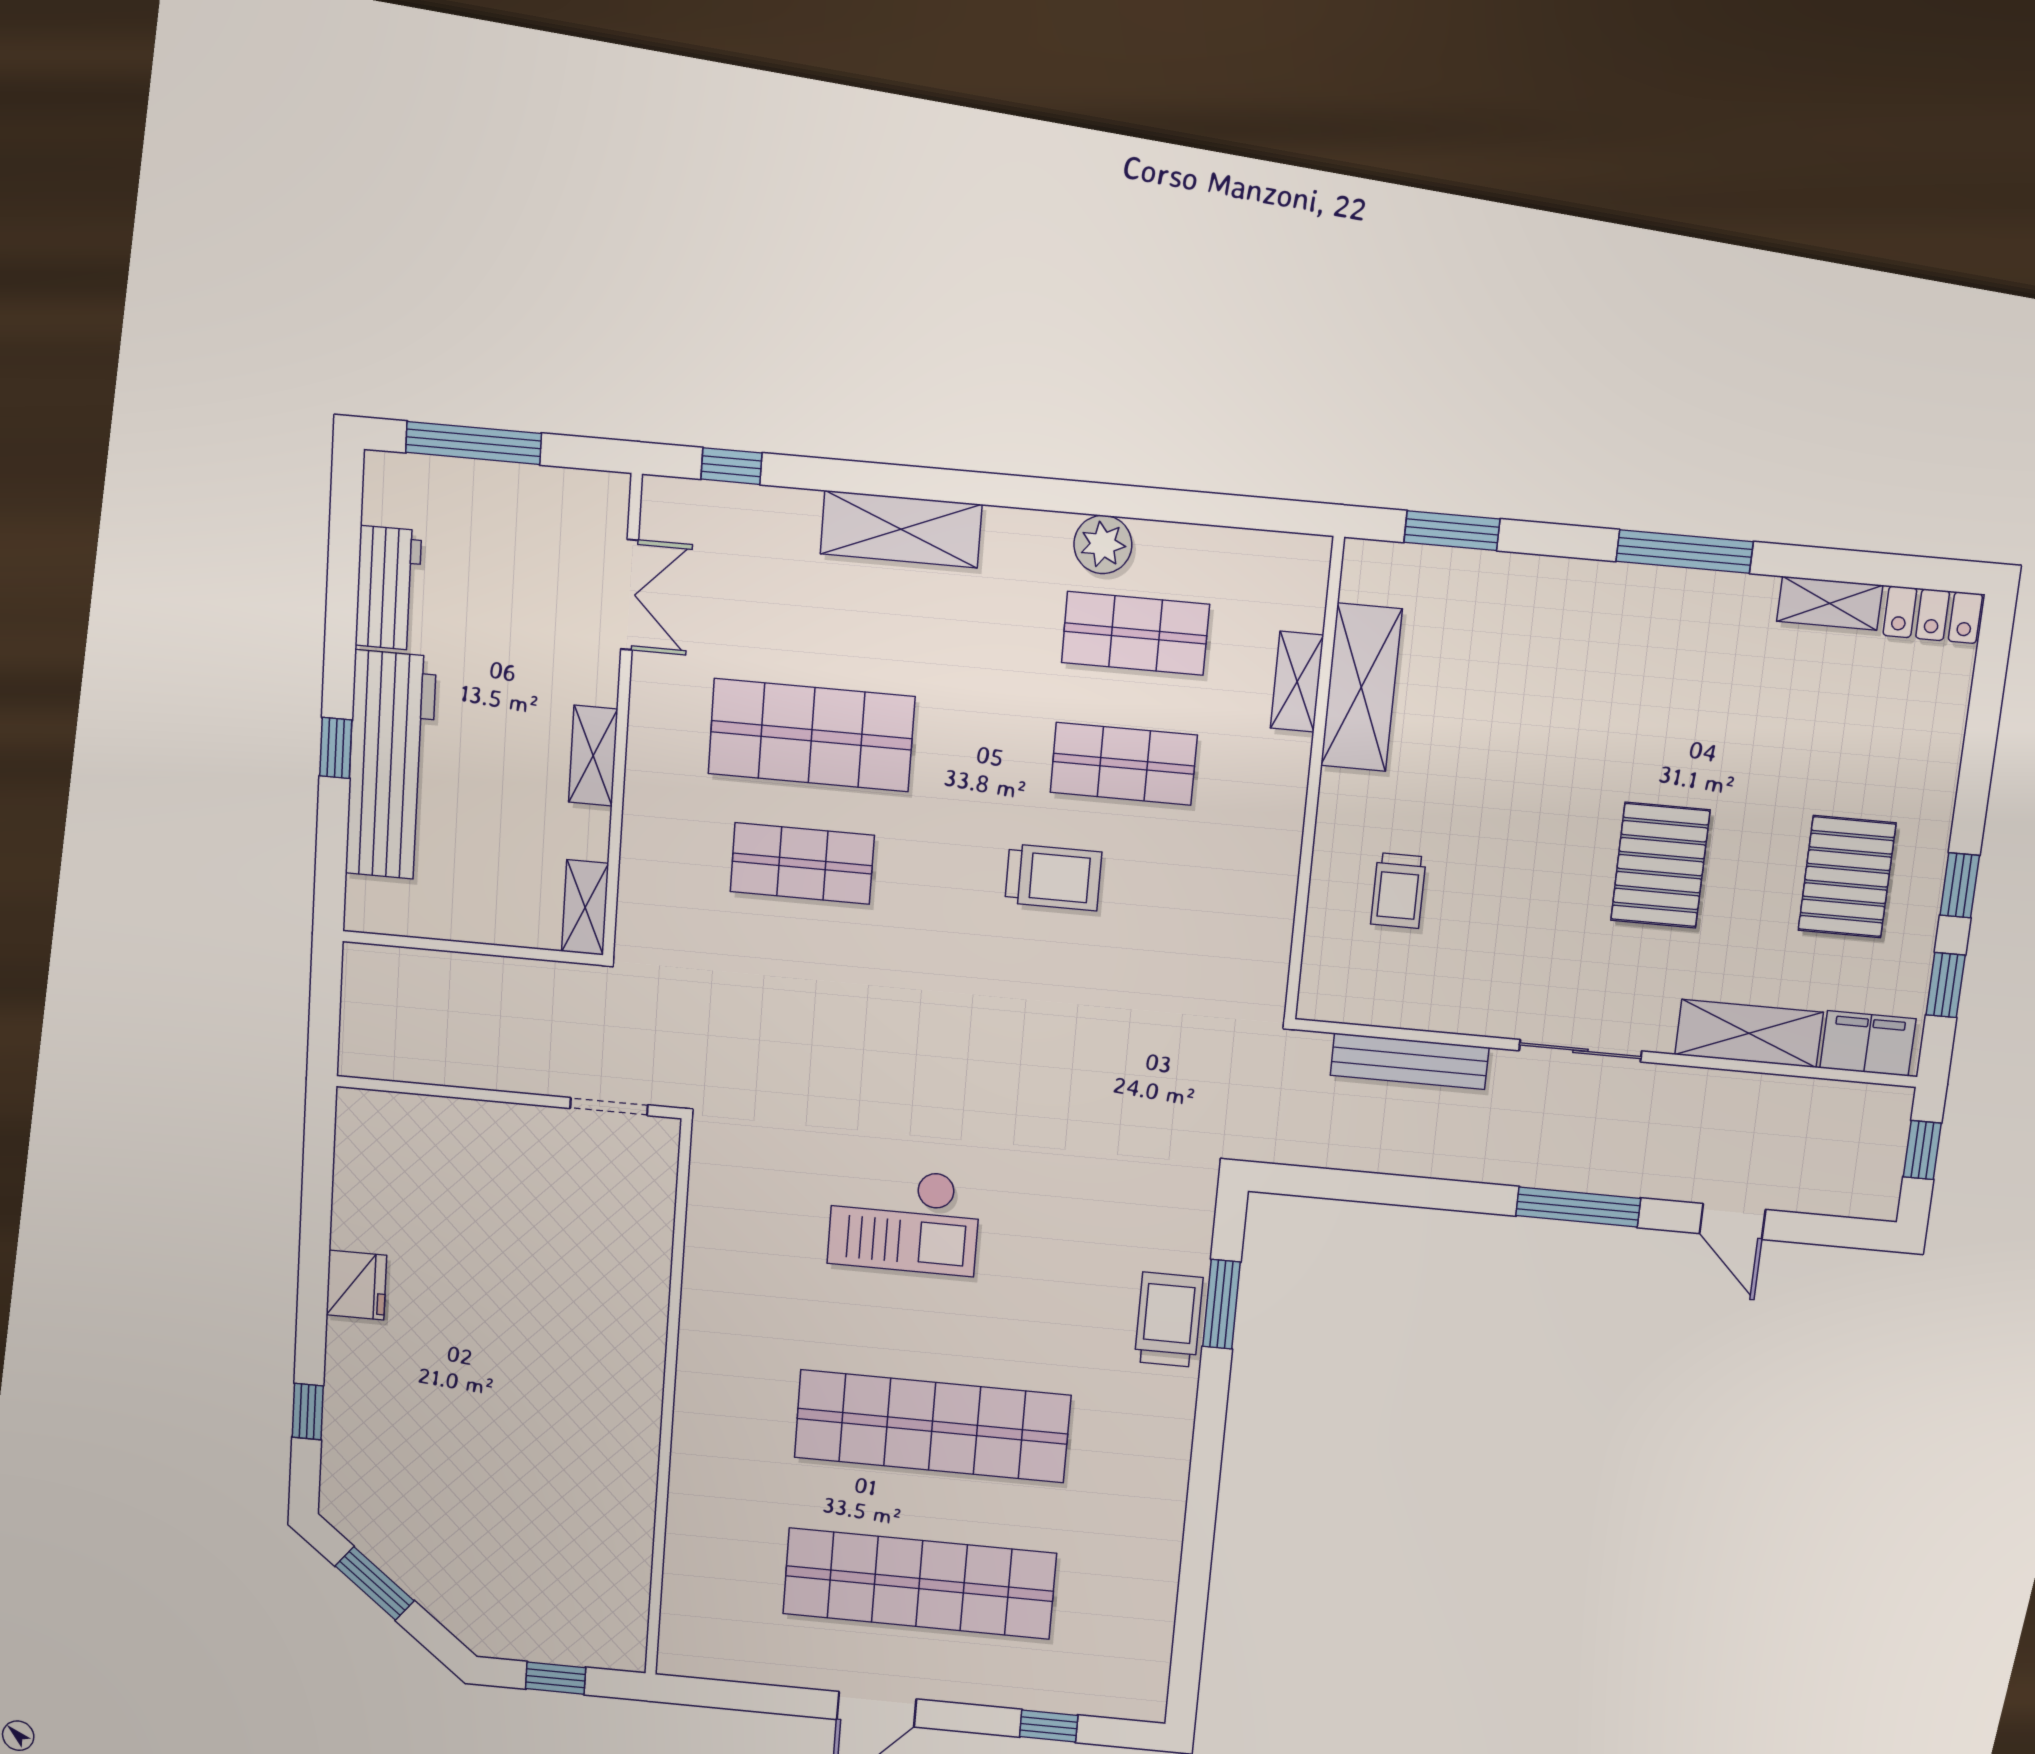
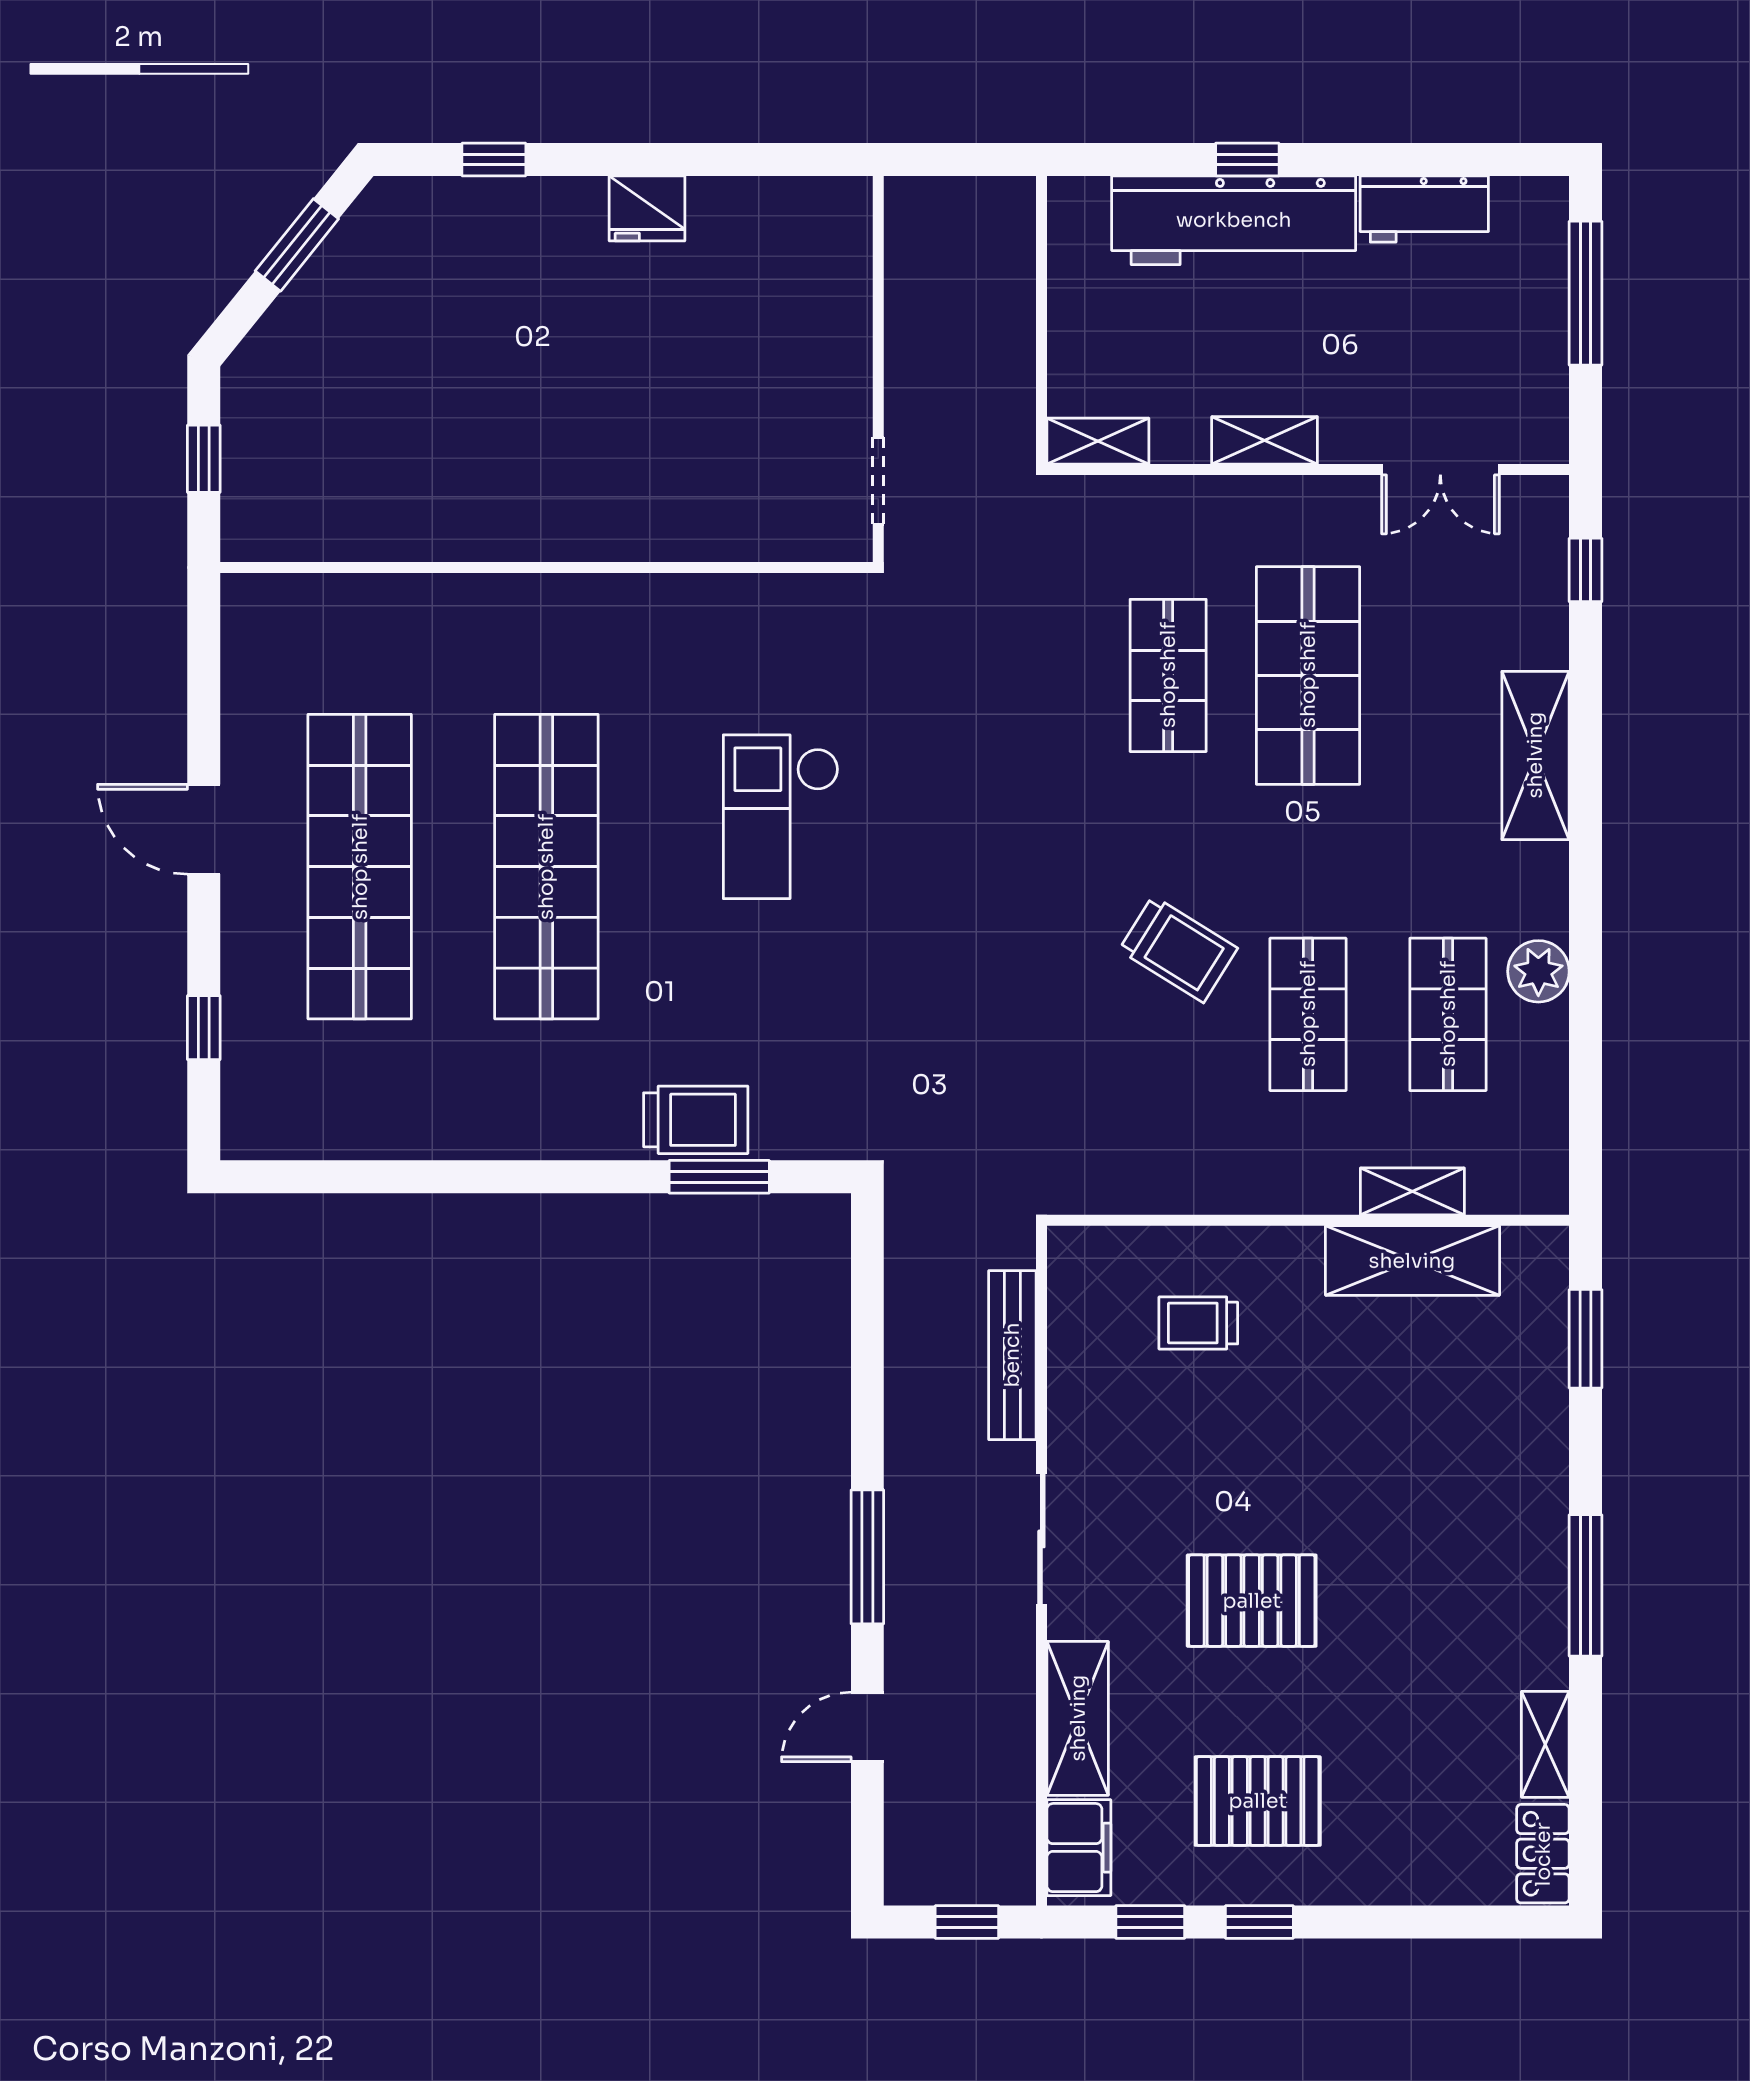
trolley: (1053, 877) -> (1178, 949), turned -58

